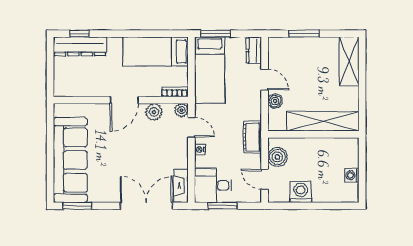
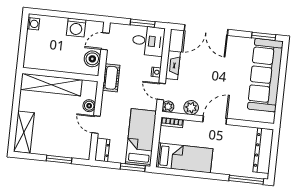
window: (79, 34) -> (246, 180), width x2.17
dresser: (80, 46) -> (263, 151), moved, turned -90
washing machine: (352, 175) -> (33, 24), moved
door: (265, 179) -> (105, 41), swing flipped
fireplace: (181, 186) -> (173, 65), moved

